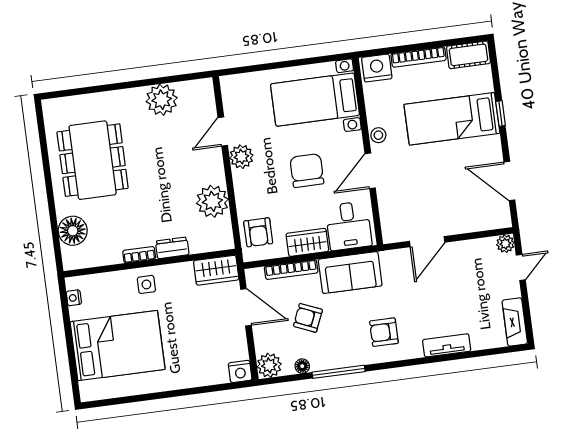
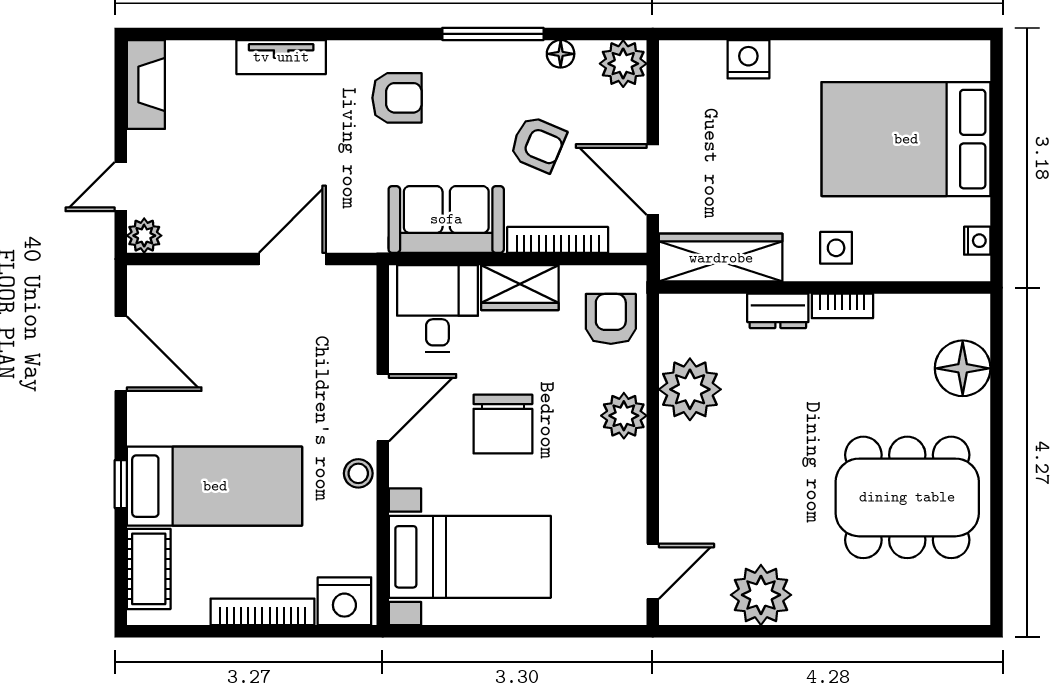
cot: (468, 55) -> (149, 569), moved, turned 90
door: (223, 132) -> (653, 571), moved
plant: (241, 157) -> (624, 416), moved
dining table: (93, 160) -> (907, 497), turned 90
wardrobe: (216, 270) -> (721, 258), width x1.50
nightstand: (240, 371) -> (748, 59), moved

